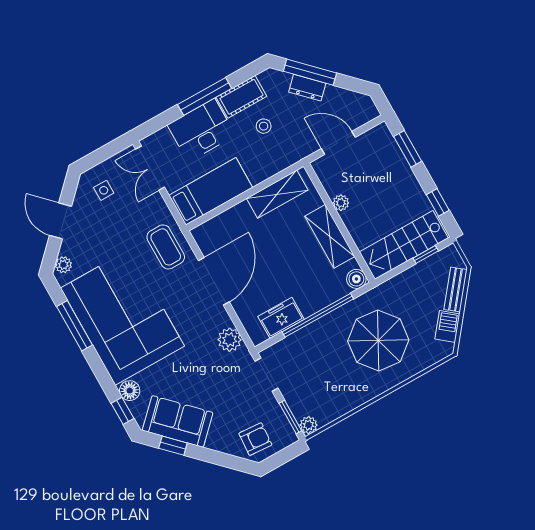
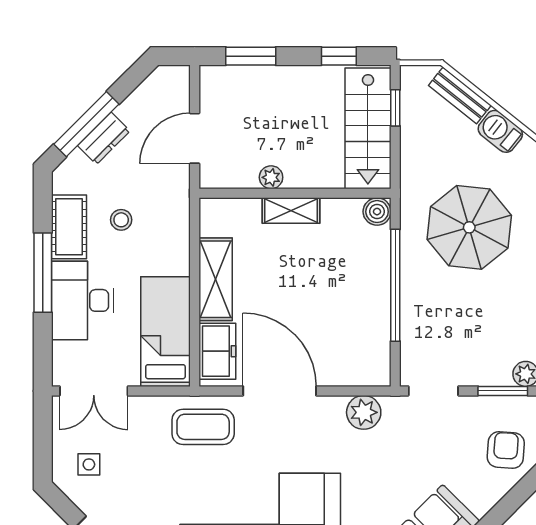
shelving: (277, 194) -> (216, 279), moved
shelving: (330, 236) -> (291, 211), width x0.67, depth x0.75
freezer: (281, 318) -> (217, 351), moved, turned 180

